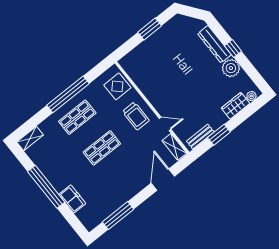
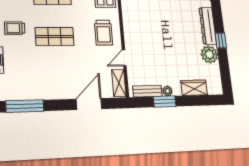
plant: (251, 96) -> (167, 91), moved
door: (165, 124) -> (124, 58), swing flipped
trolley: (69, 164) -> (15, 28), added

